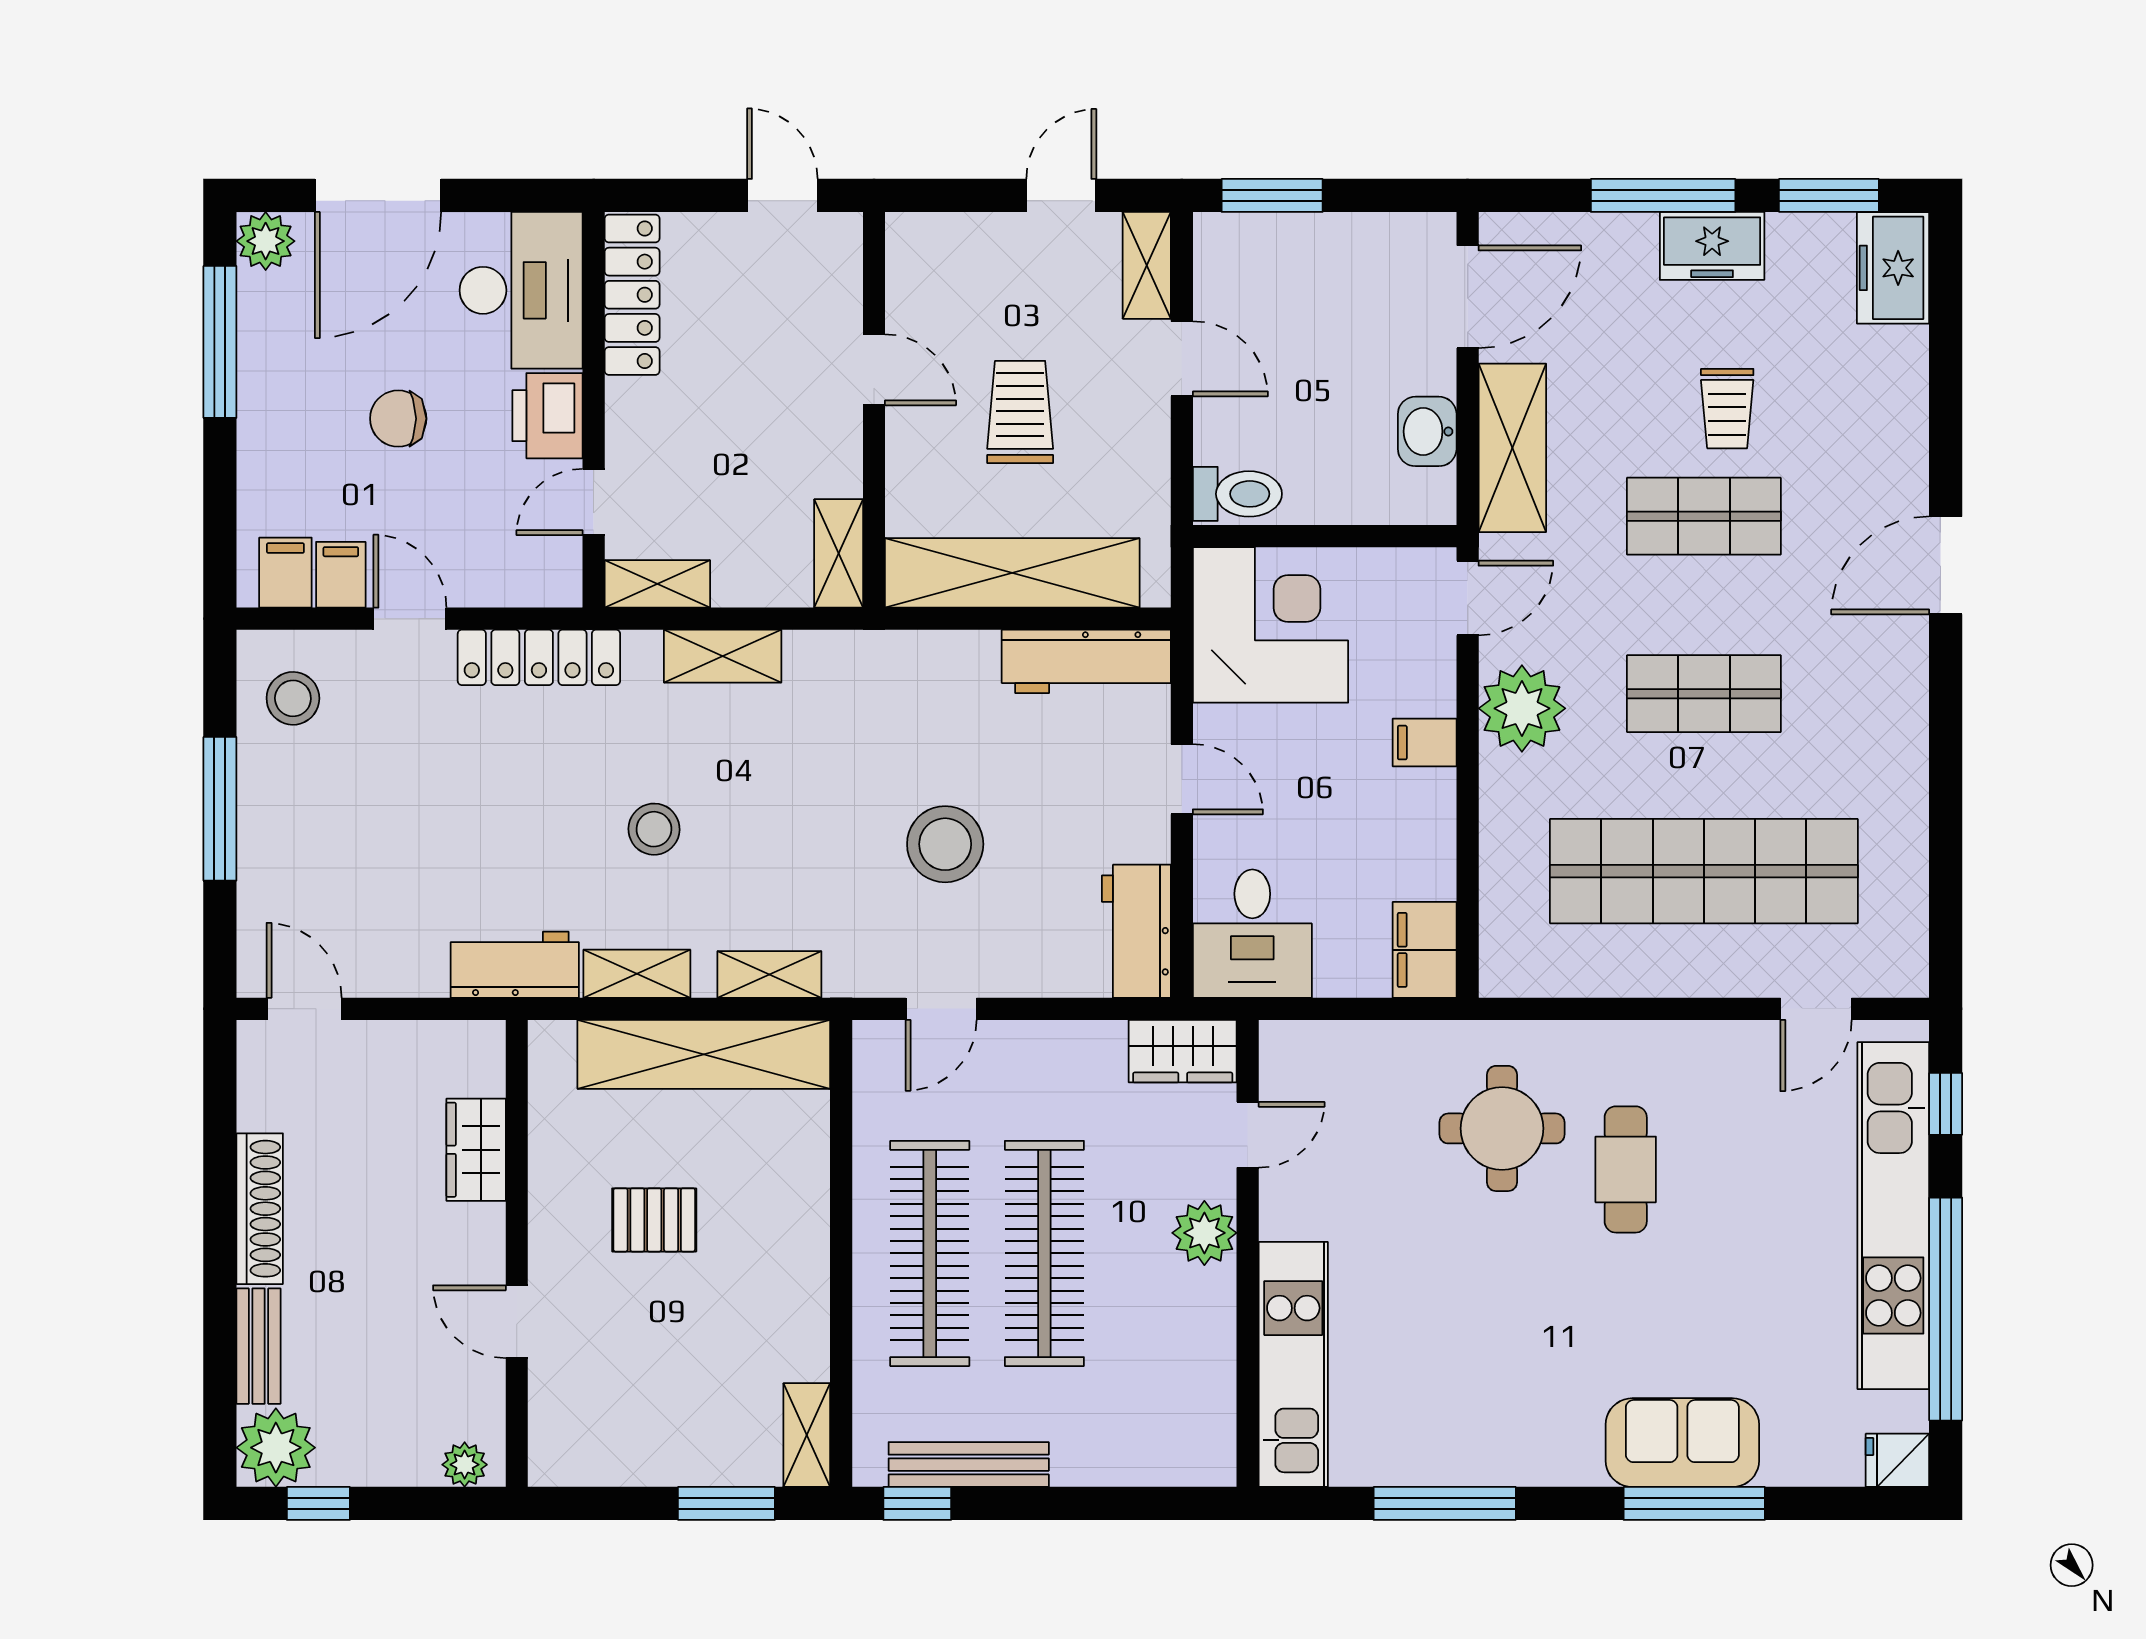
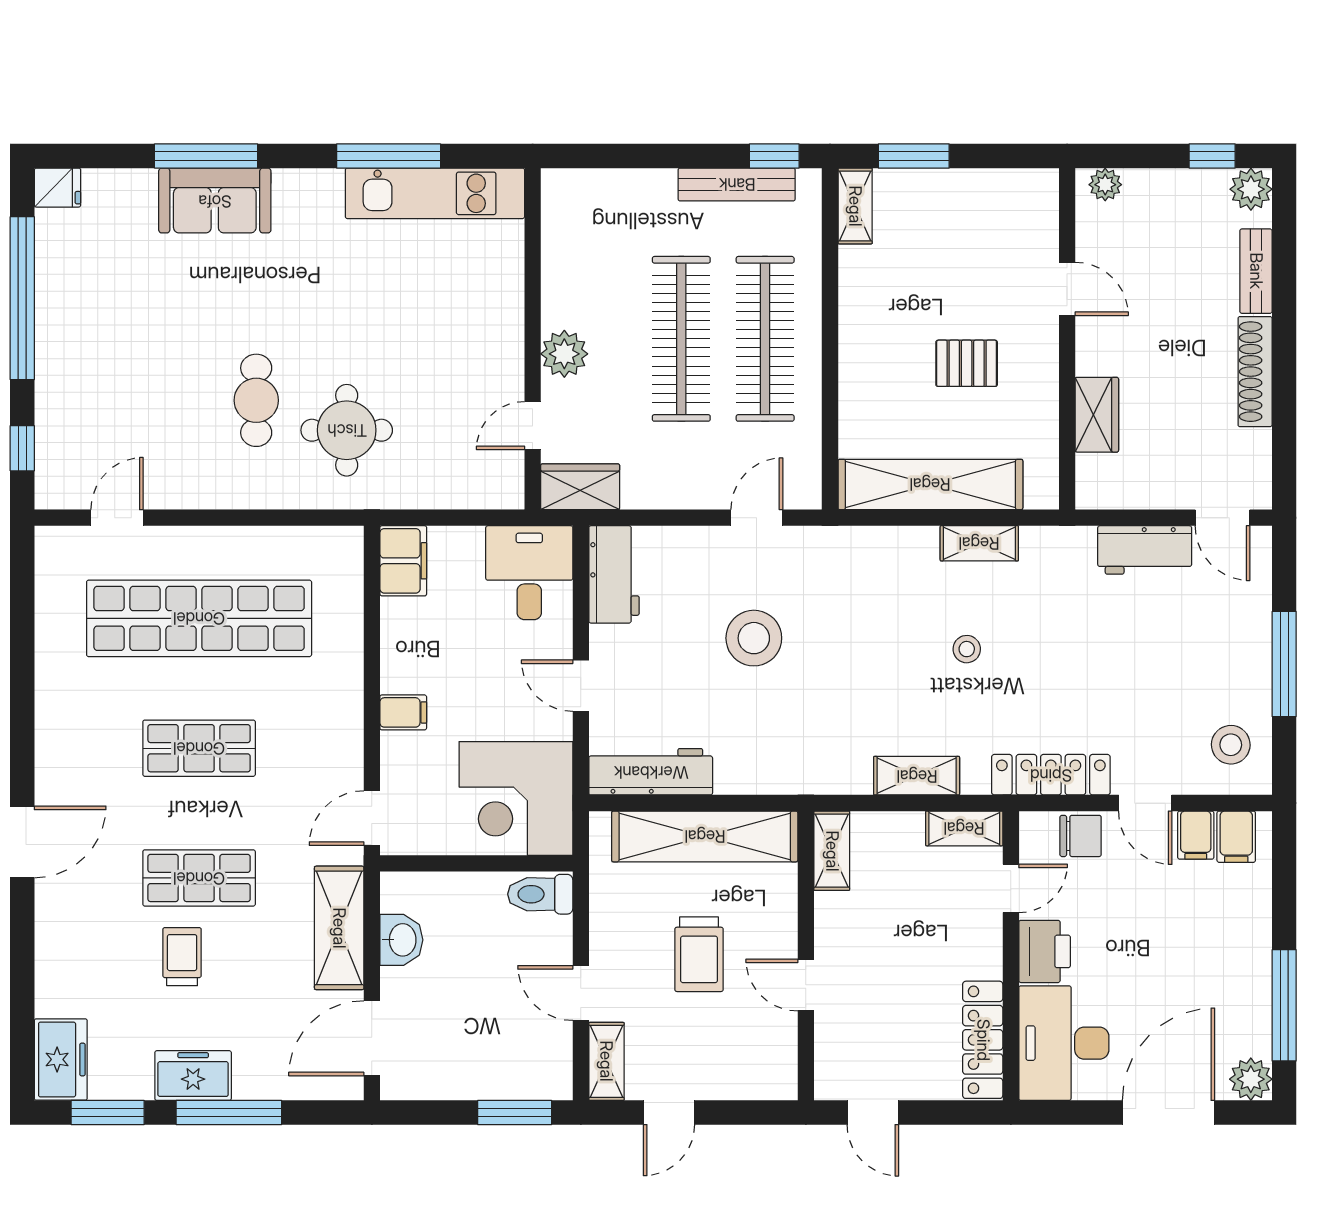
chair: (398, 419) -> (1081, 836), moved
plant: (1522, 708) -> (332, 737), removed
stool: (654, 829) -> (967, 649), width x0.73, depth x0.73
workbench: (515, 965) -> (1145, 550), moved
shelving: (769, 974) -> (882, 543), removed
kitchen unit: (1893, 1216) -> (61, 367), removed
kitchen unit: (1293, 1364) -> (435, 193), moved, turned -90
plant: (276, 1448) -> (1251, 189), width x0.73, depth x0.73

